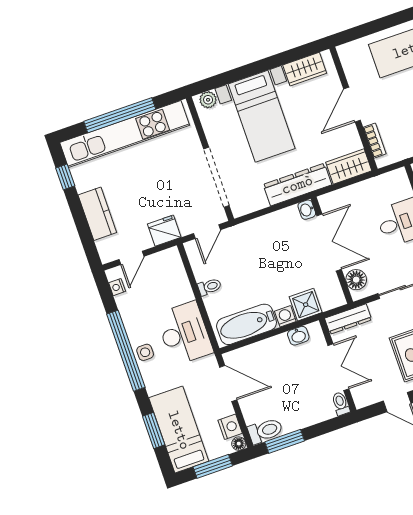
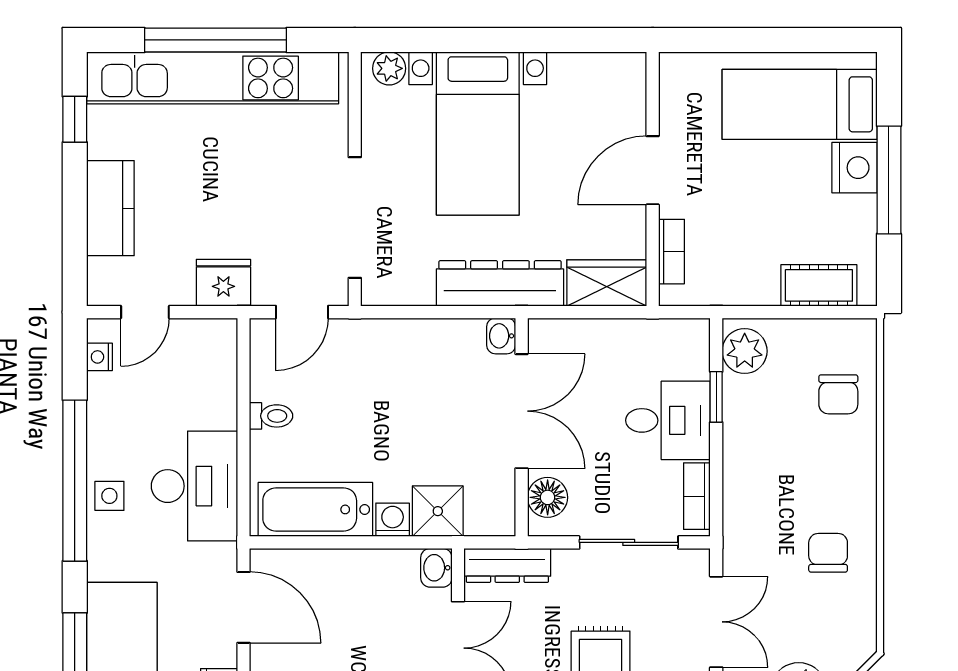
wardrobe: (305, 69) -> (588, 74), removed
washbasin: (298, 336) -> (436, 568), moved, turned 90

